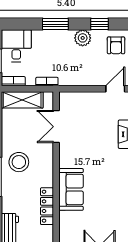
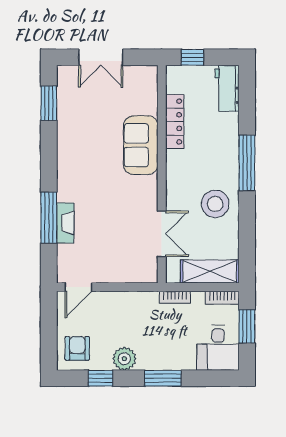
stool: (19, 162) -> (215, 204), moved

